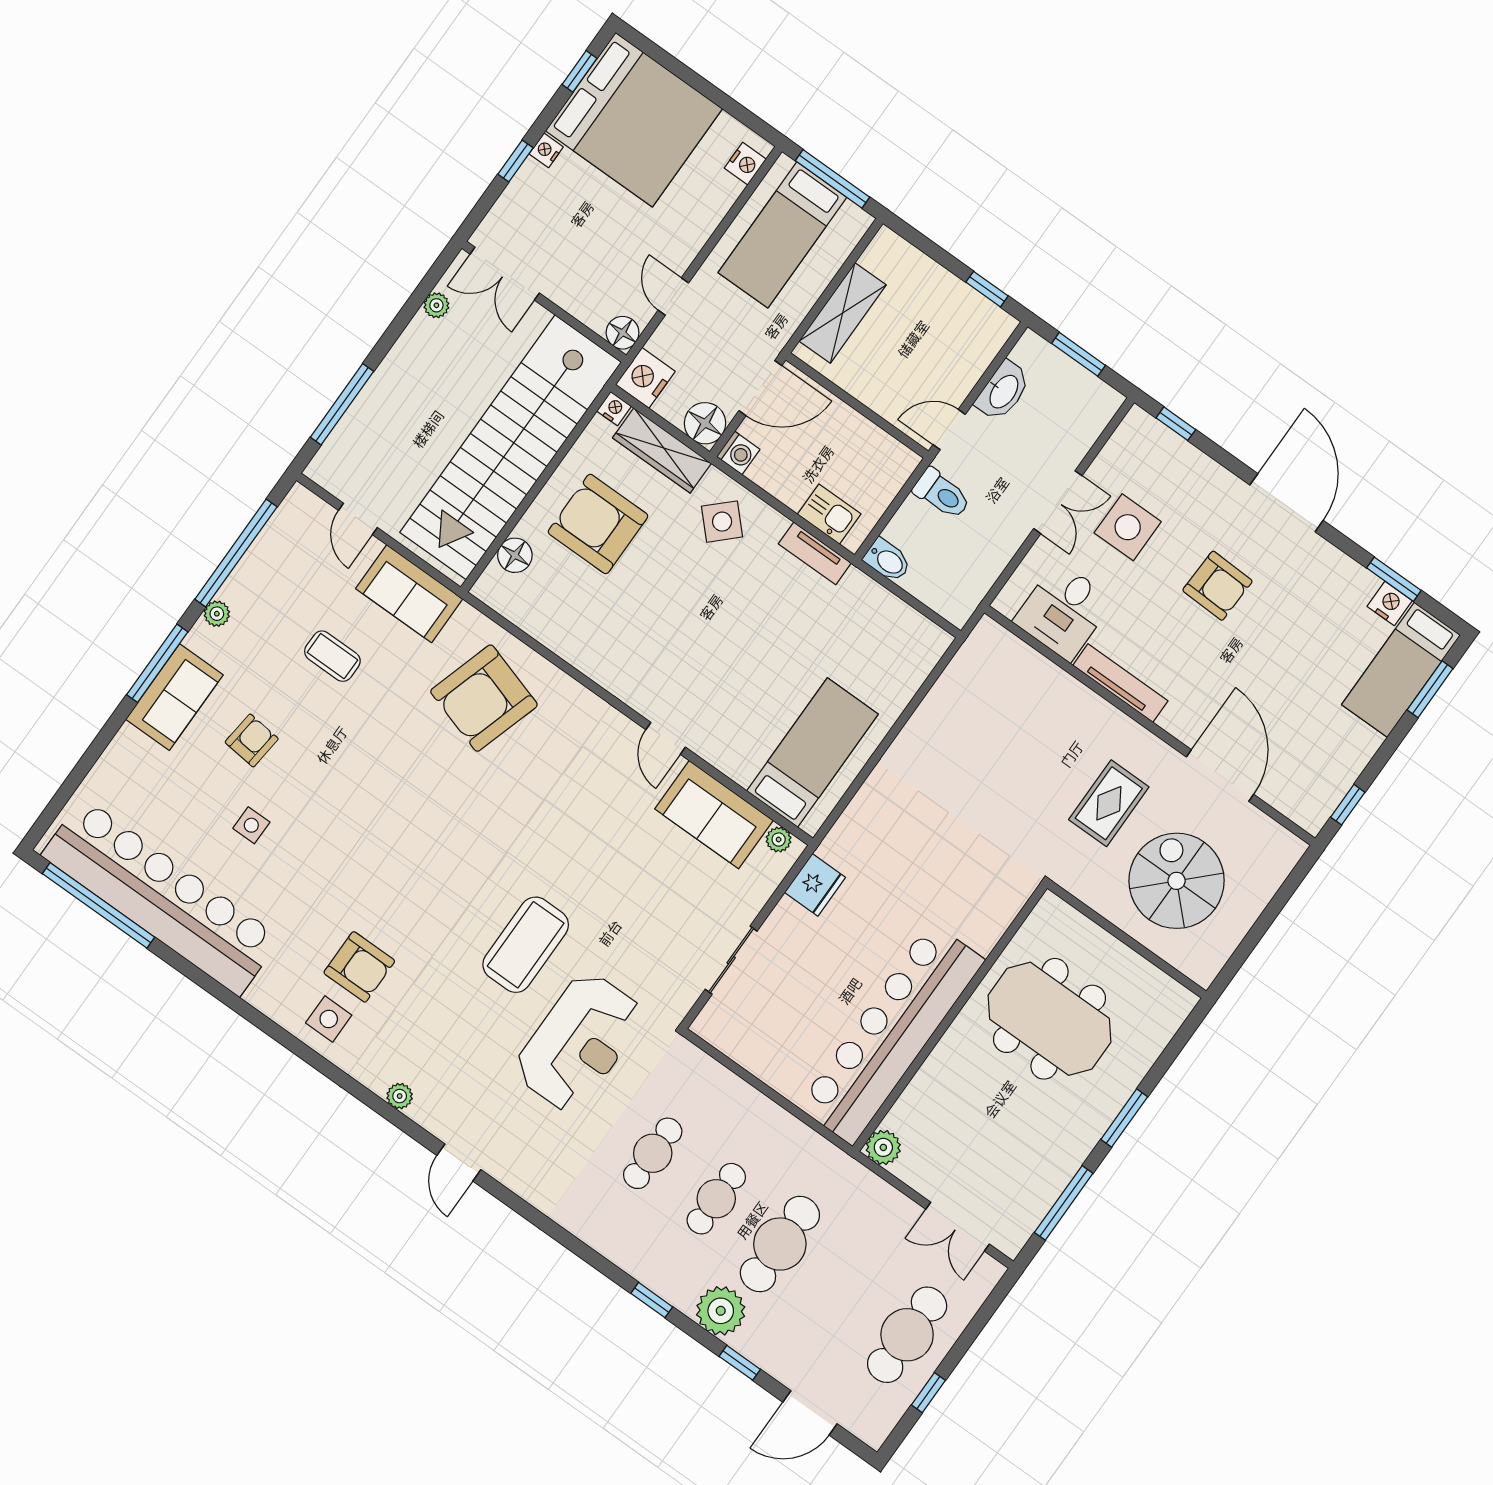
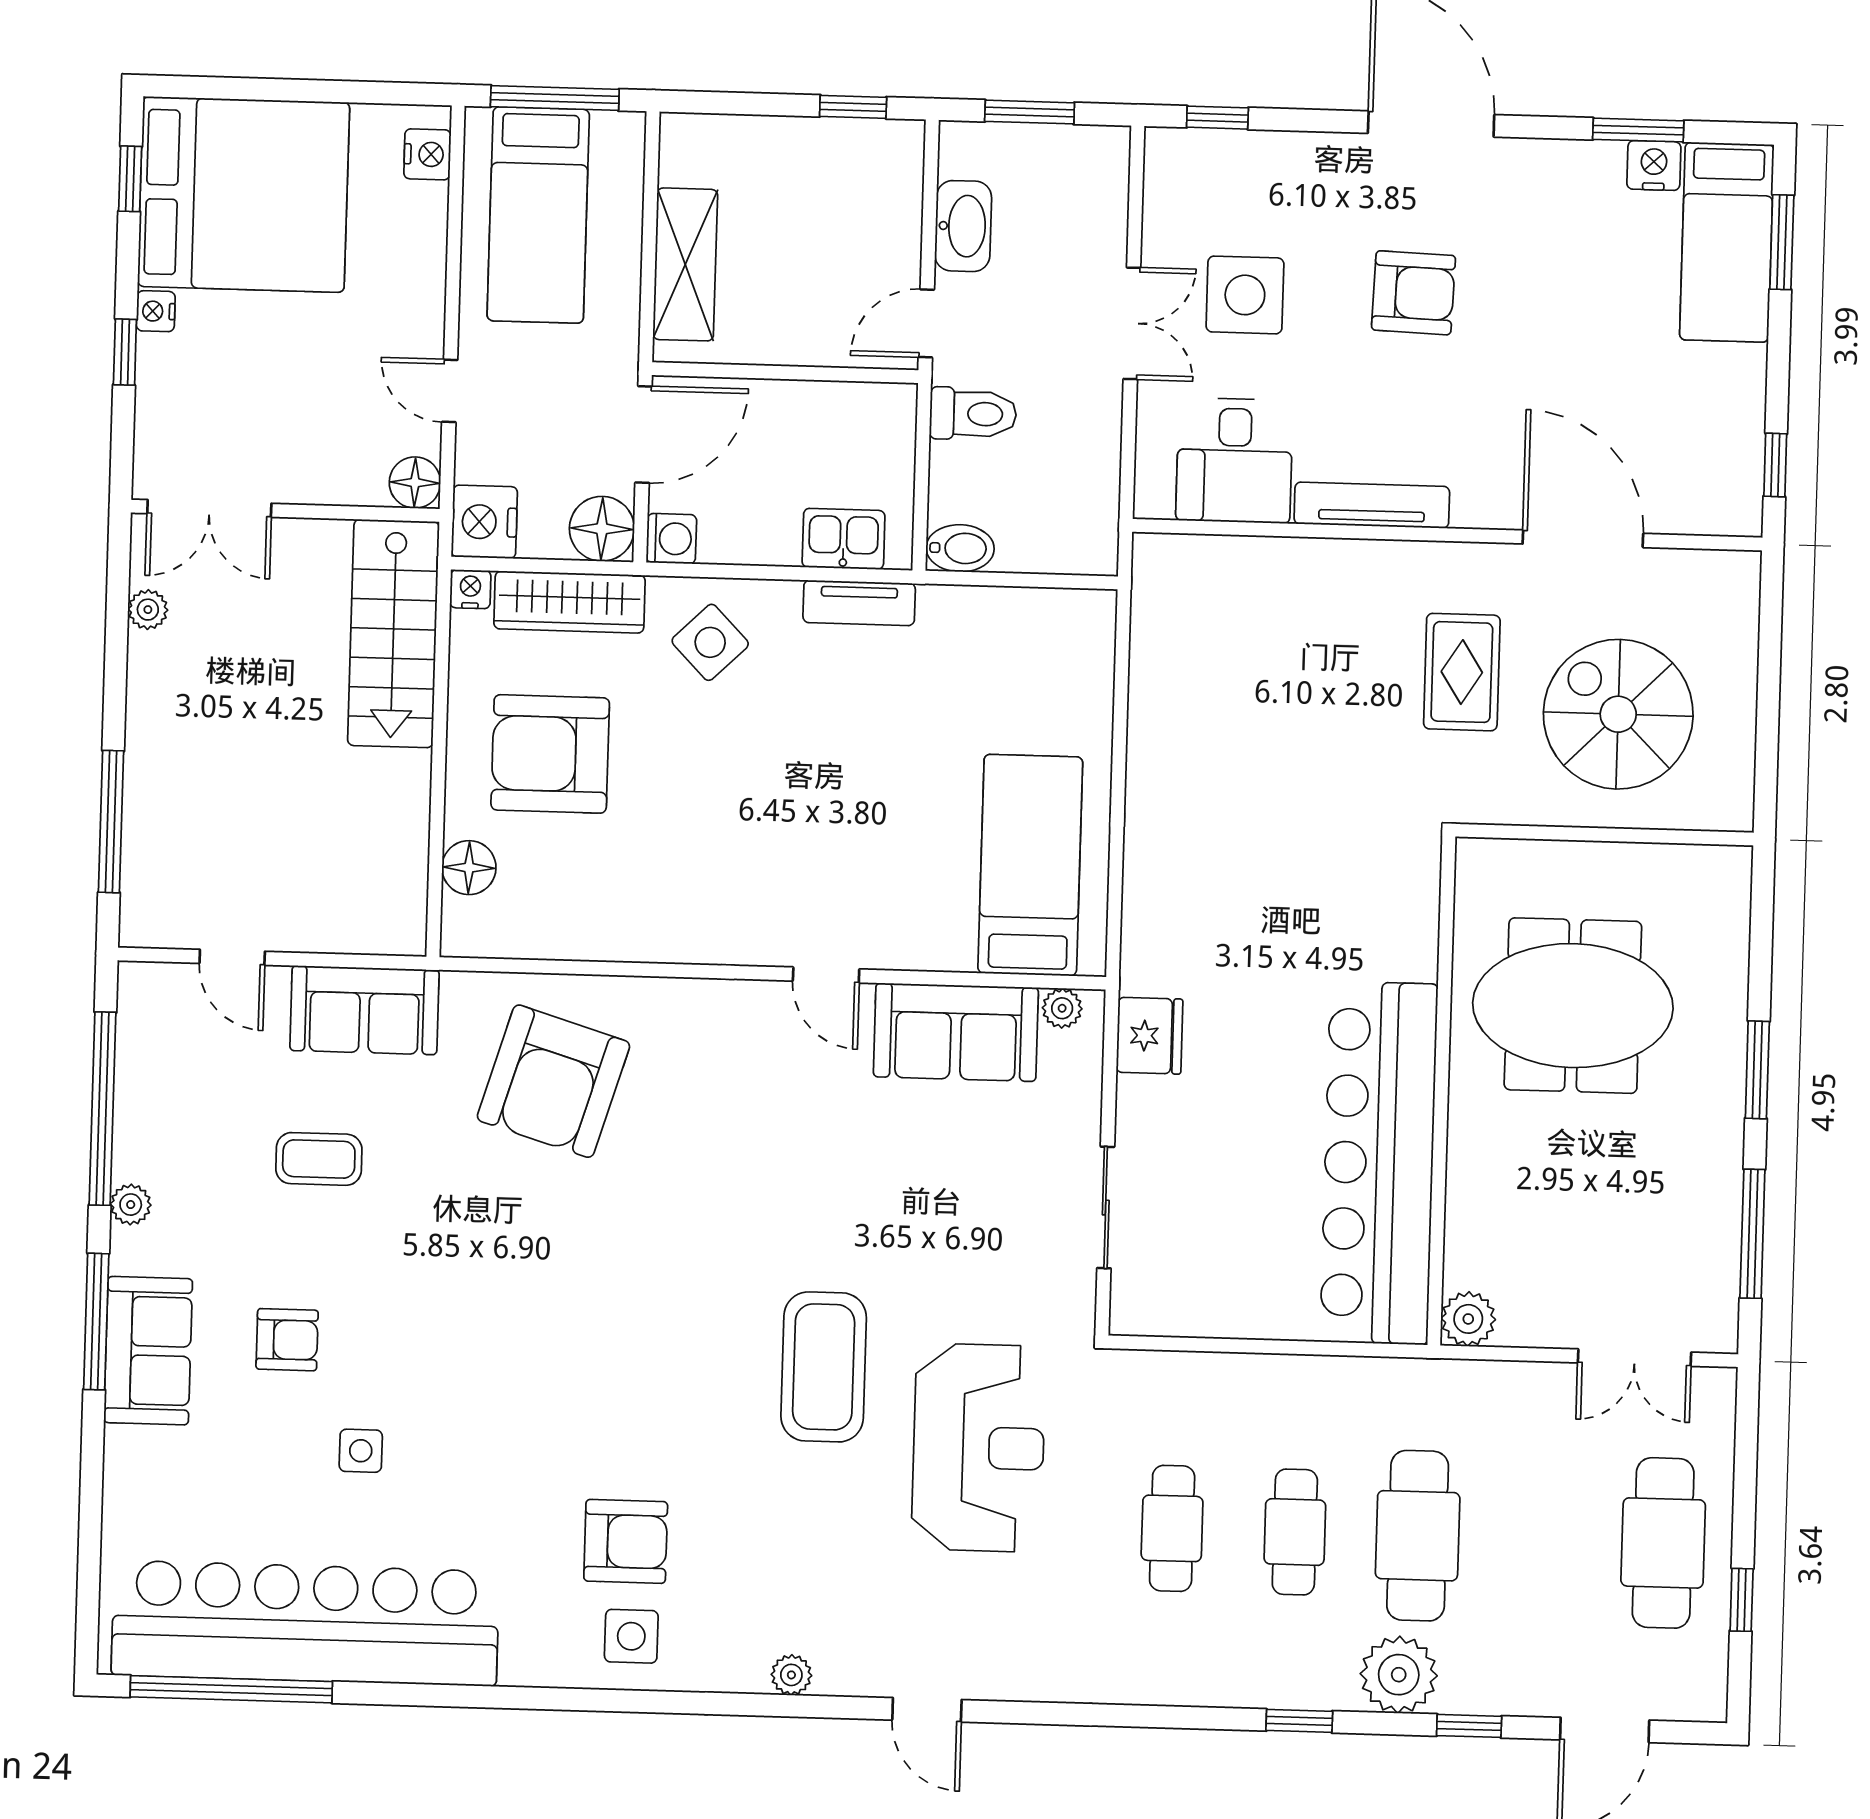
stairs: (511, 447) -> (393, 633), width x0.54, depth x0.66
armchair: (252, 740) -> (287, 1340), turned 84

